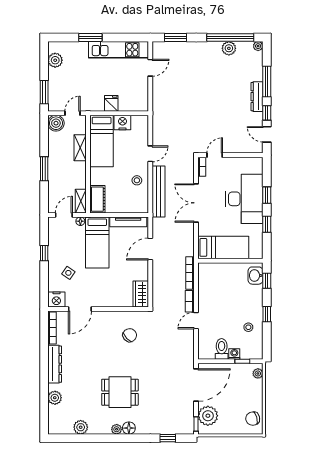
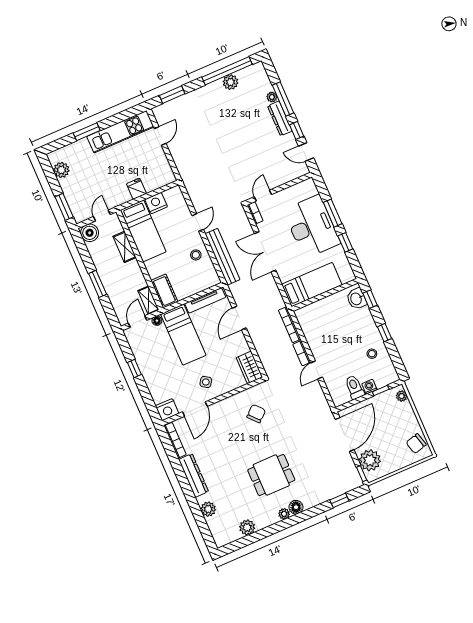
plant: (258, 46) -> (272, 97), moved
window: (267, 195) -> (333, 213), width x1.50
side table: (68, 273) -> (206, 382), moved

